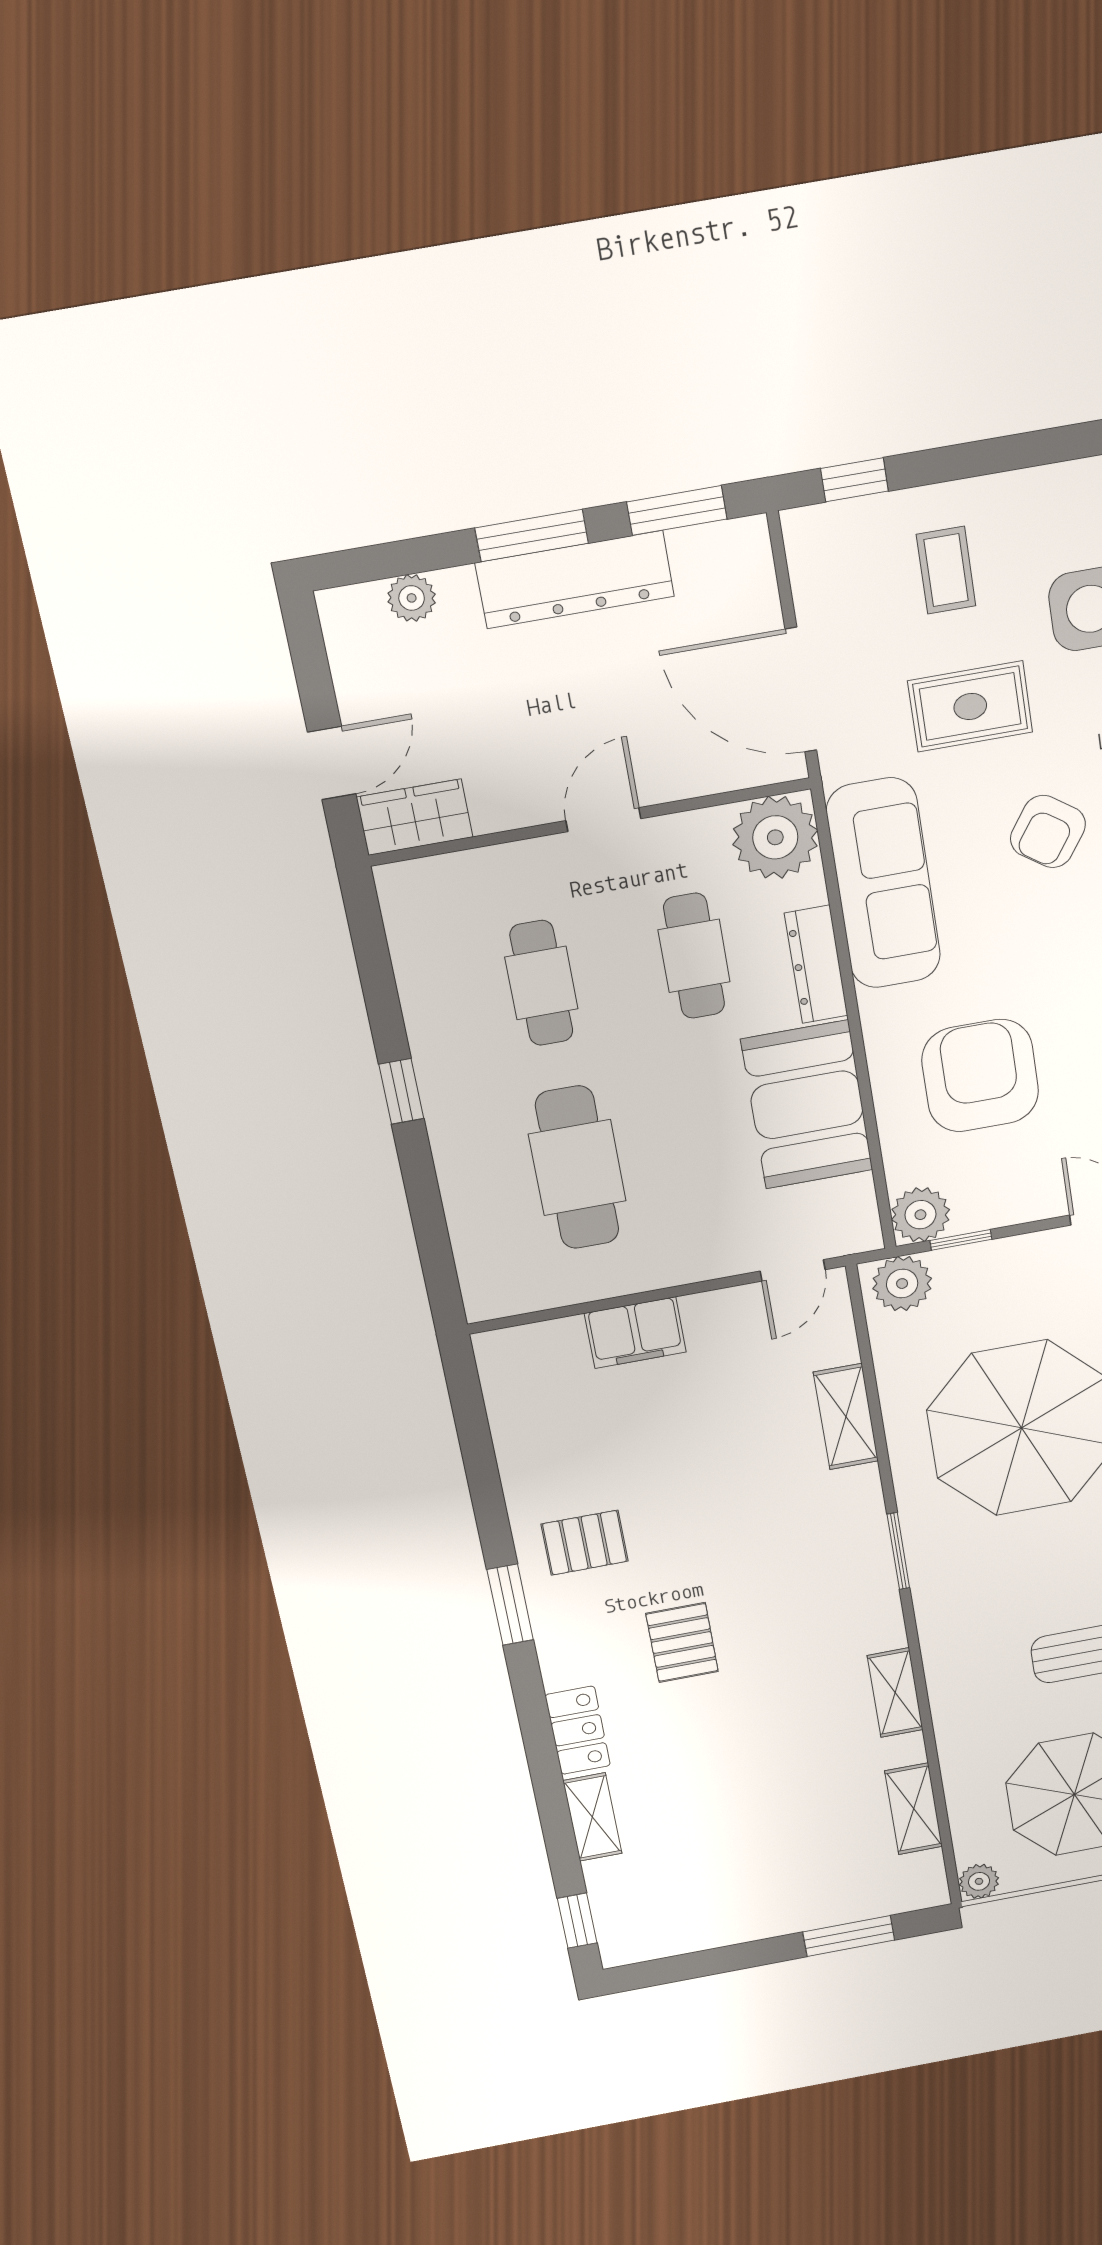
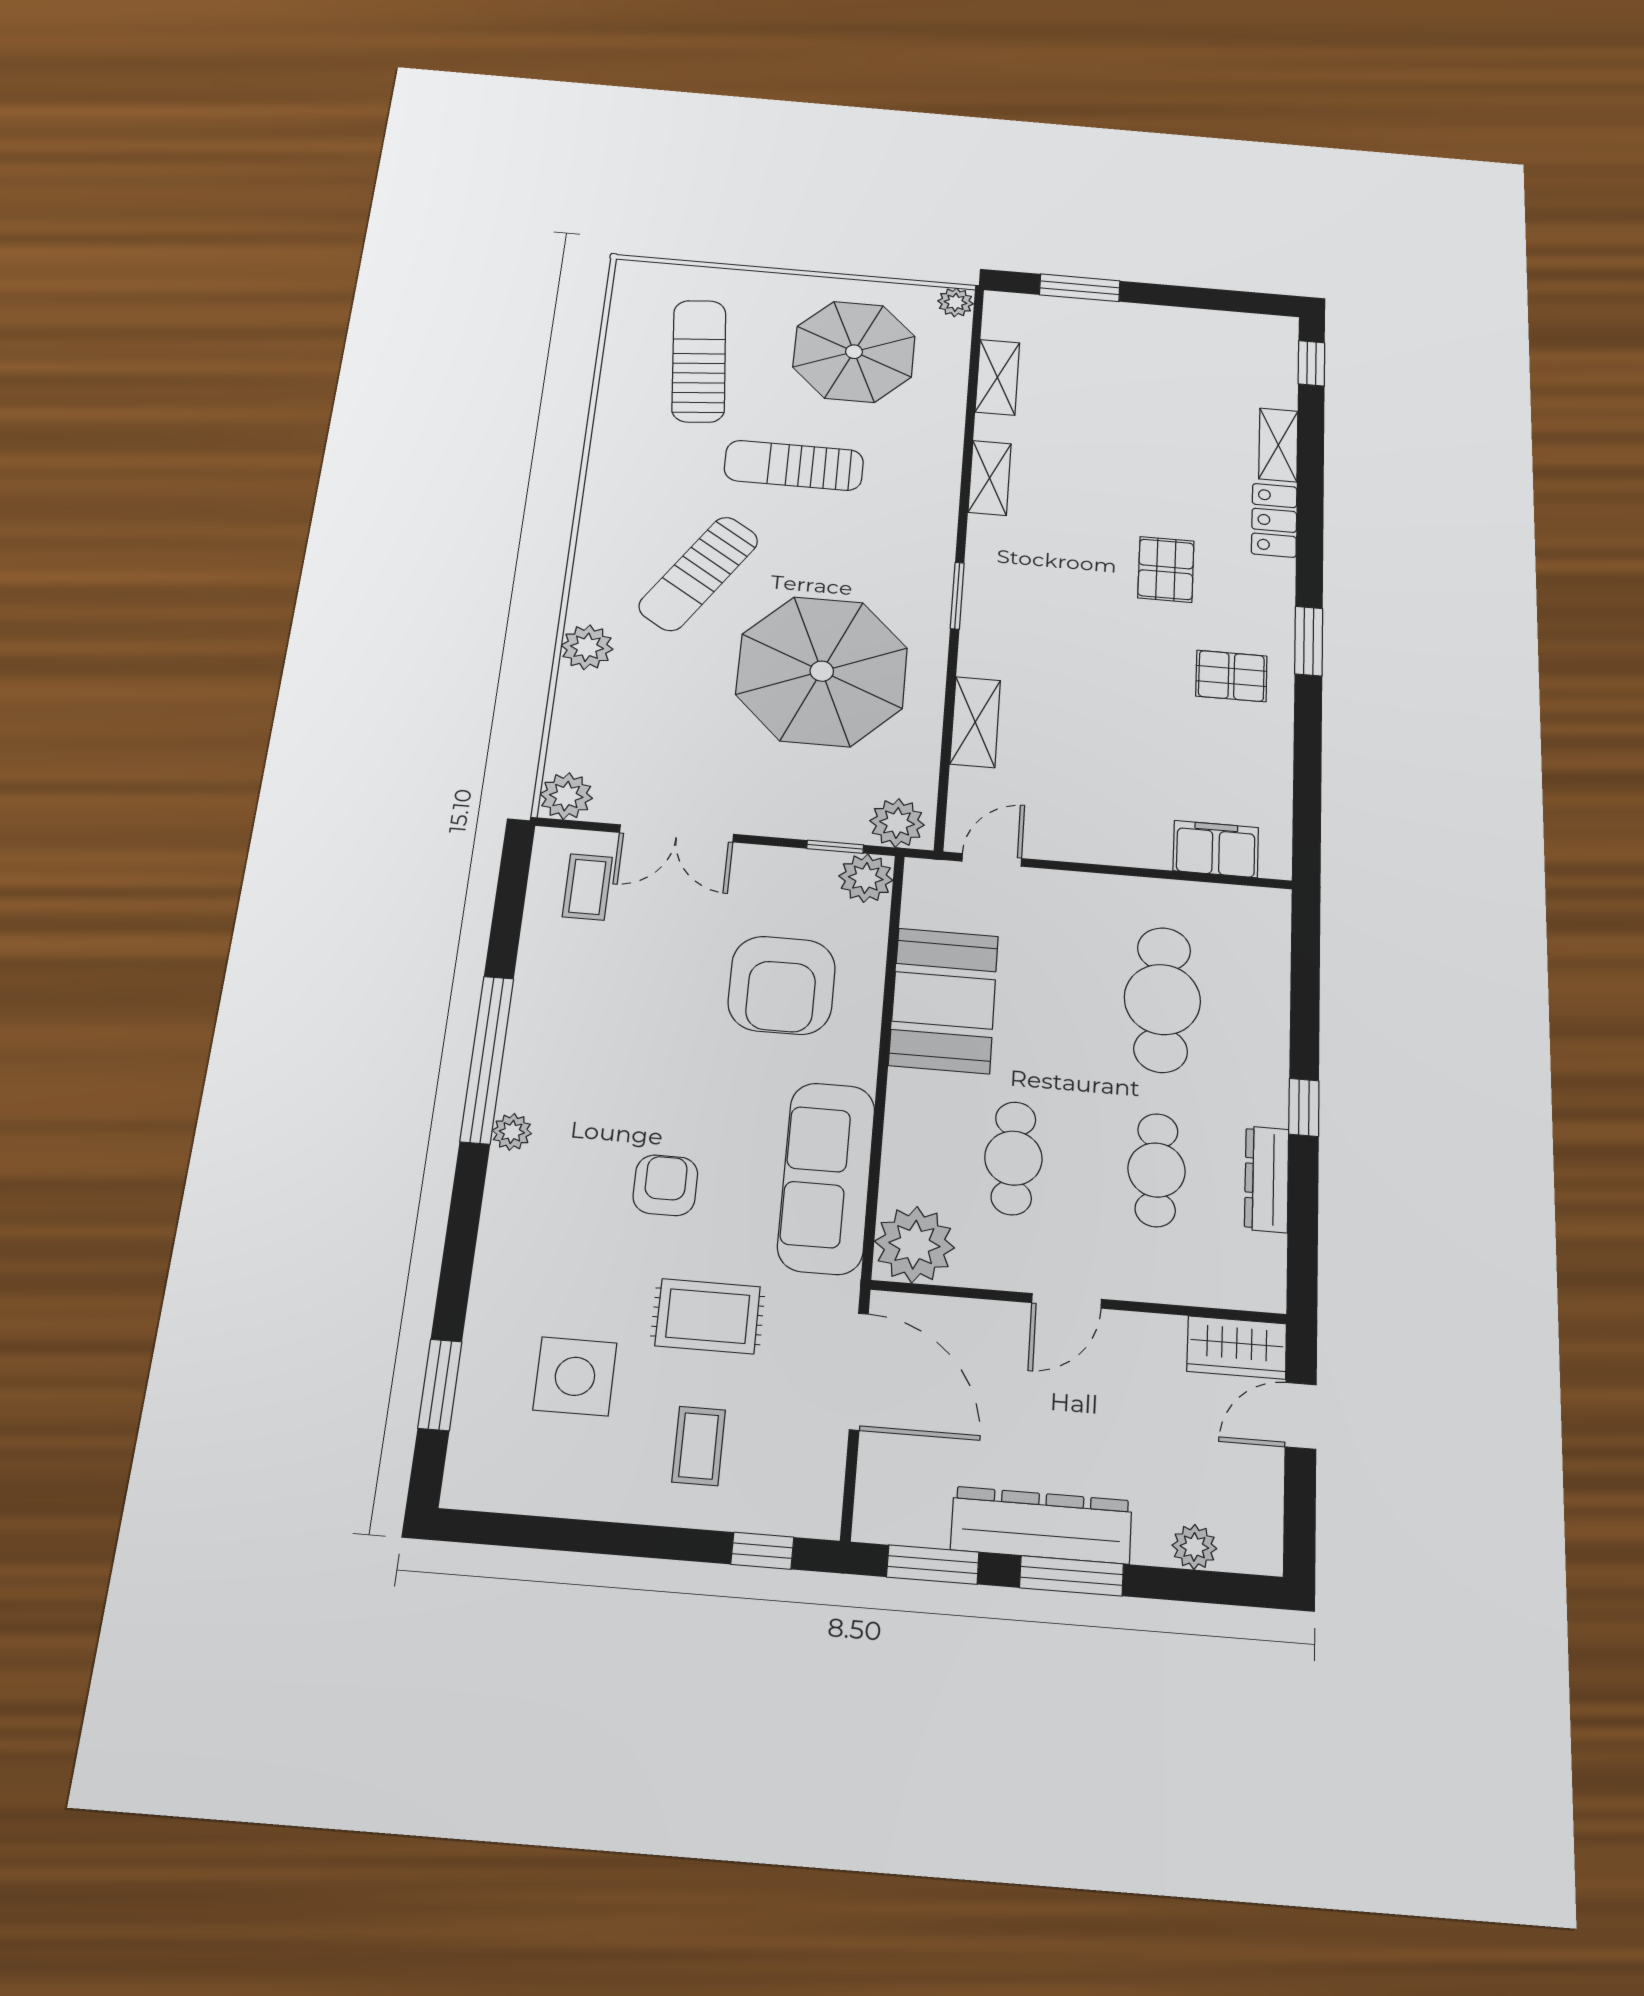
armchair: (1048, 832) -> (665, 1185), turned -35
dresser: (816, 964) -> (1267, 1179), moved, turned 180
filing cabinet: (635, 1333) -> (1216, 849), moved

